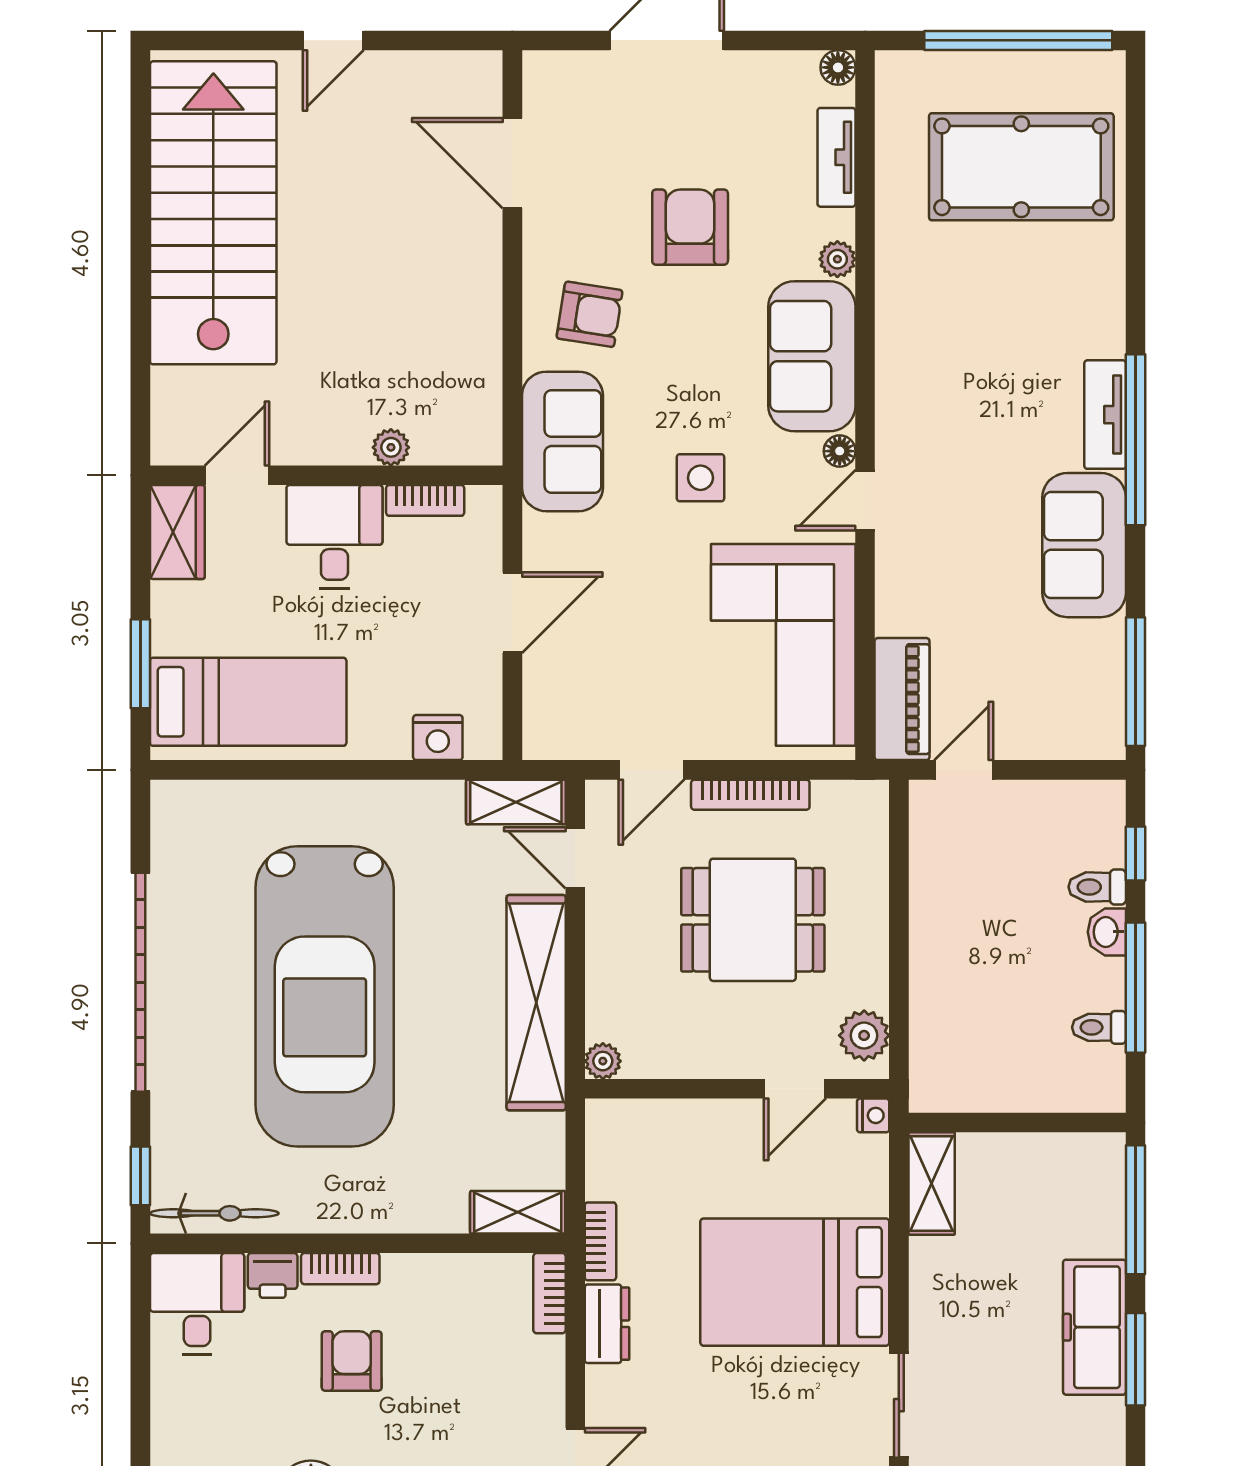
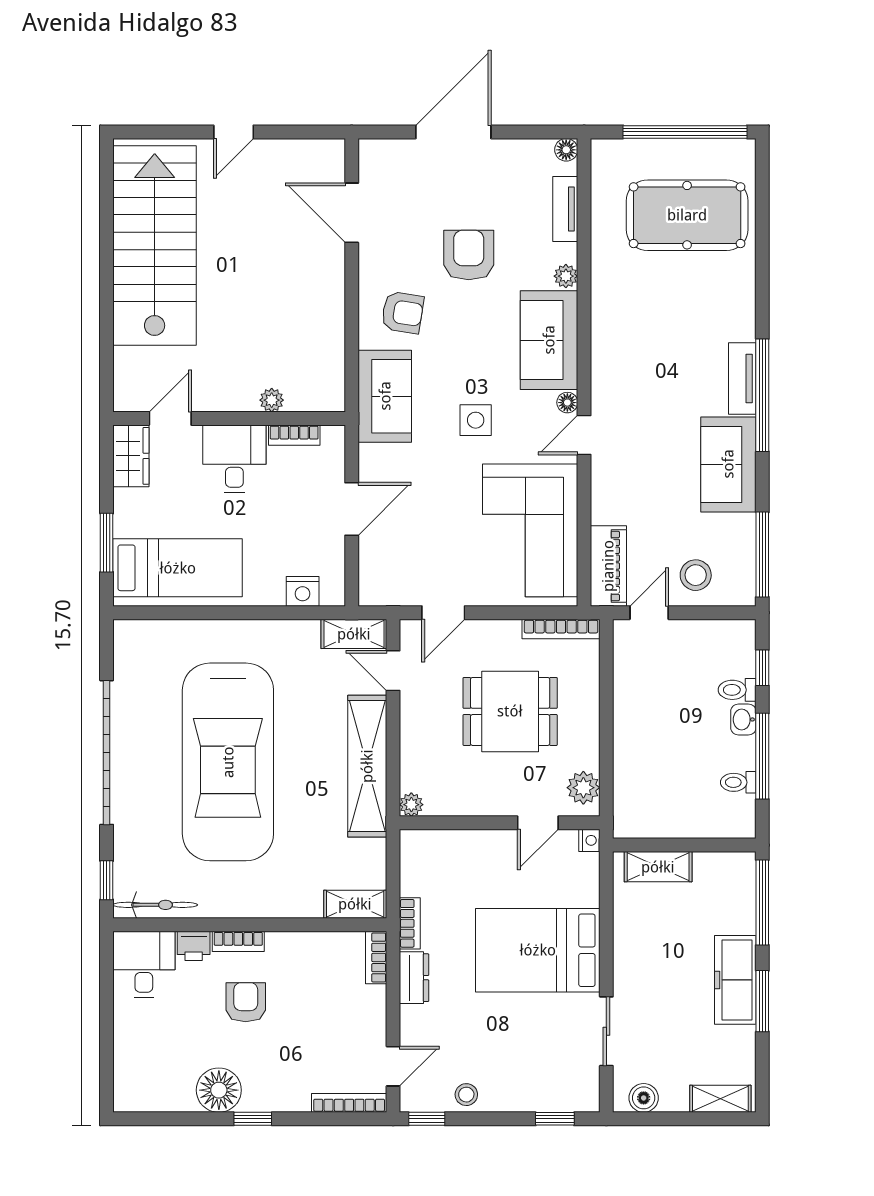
stool: (1034, 713) -> (696, 575), added
bookcase: (750, 795) -> (561, 629), moved
shelving: (932, 1184) -> (658, 867), moved, turned 90

